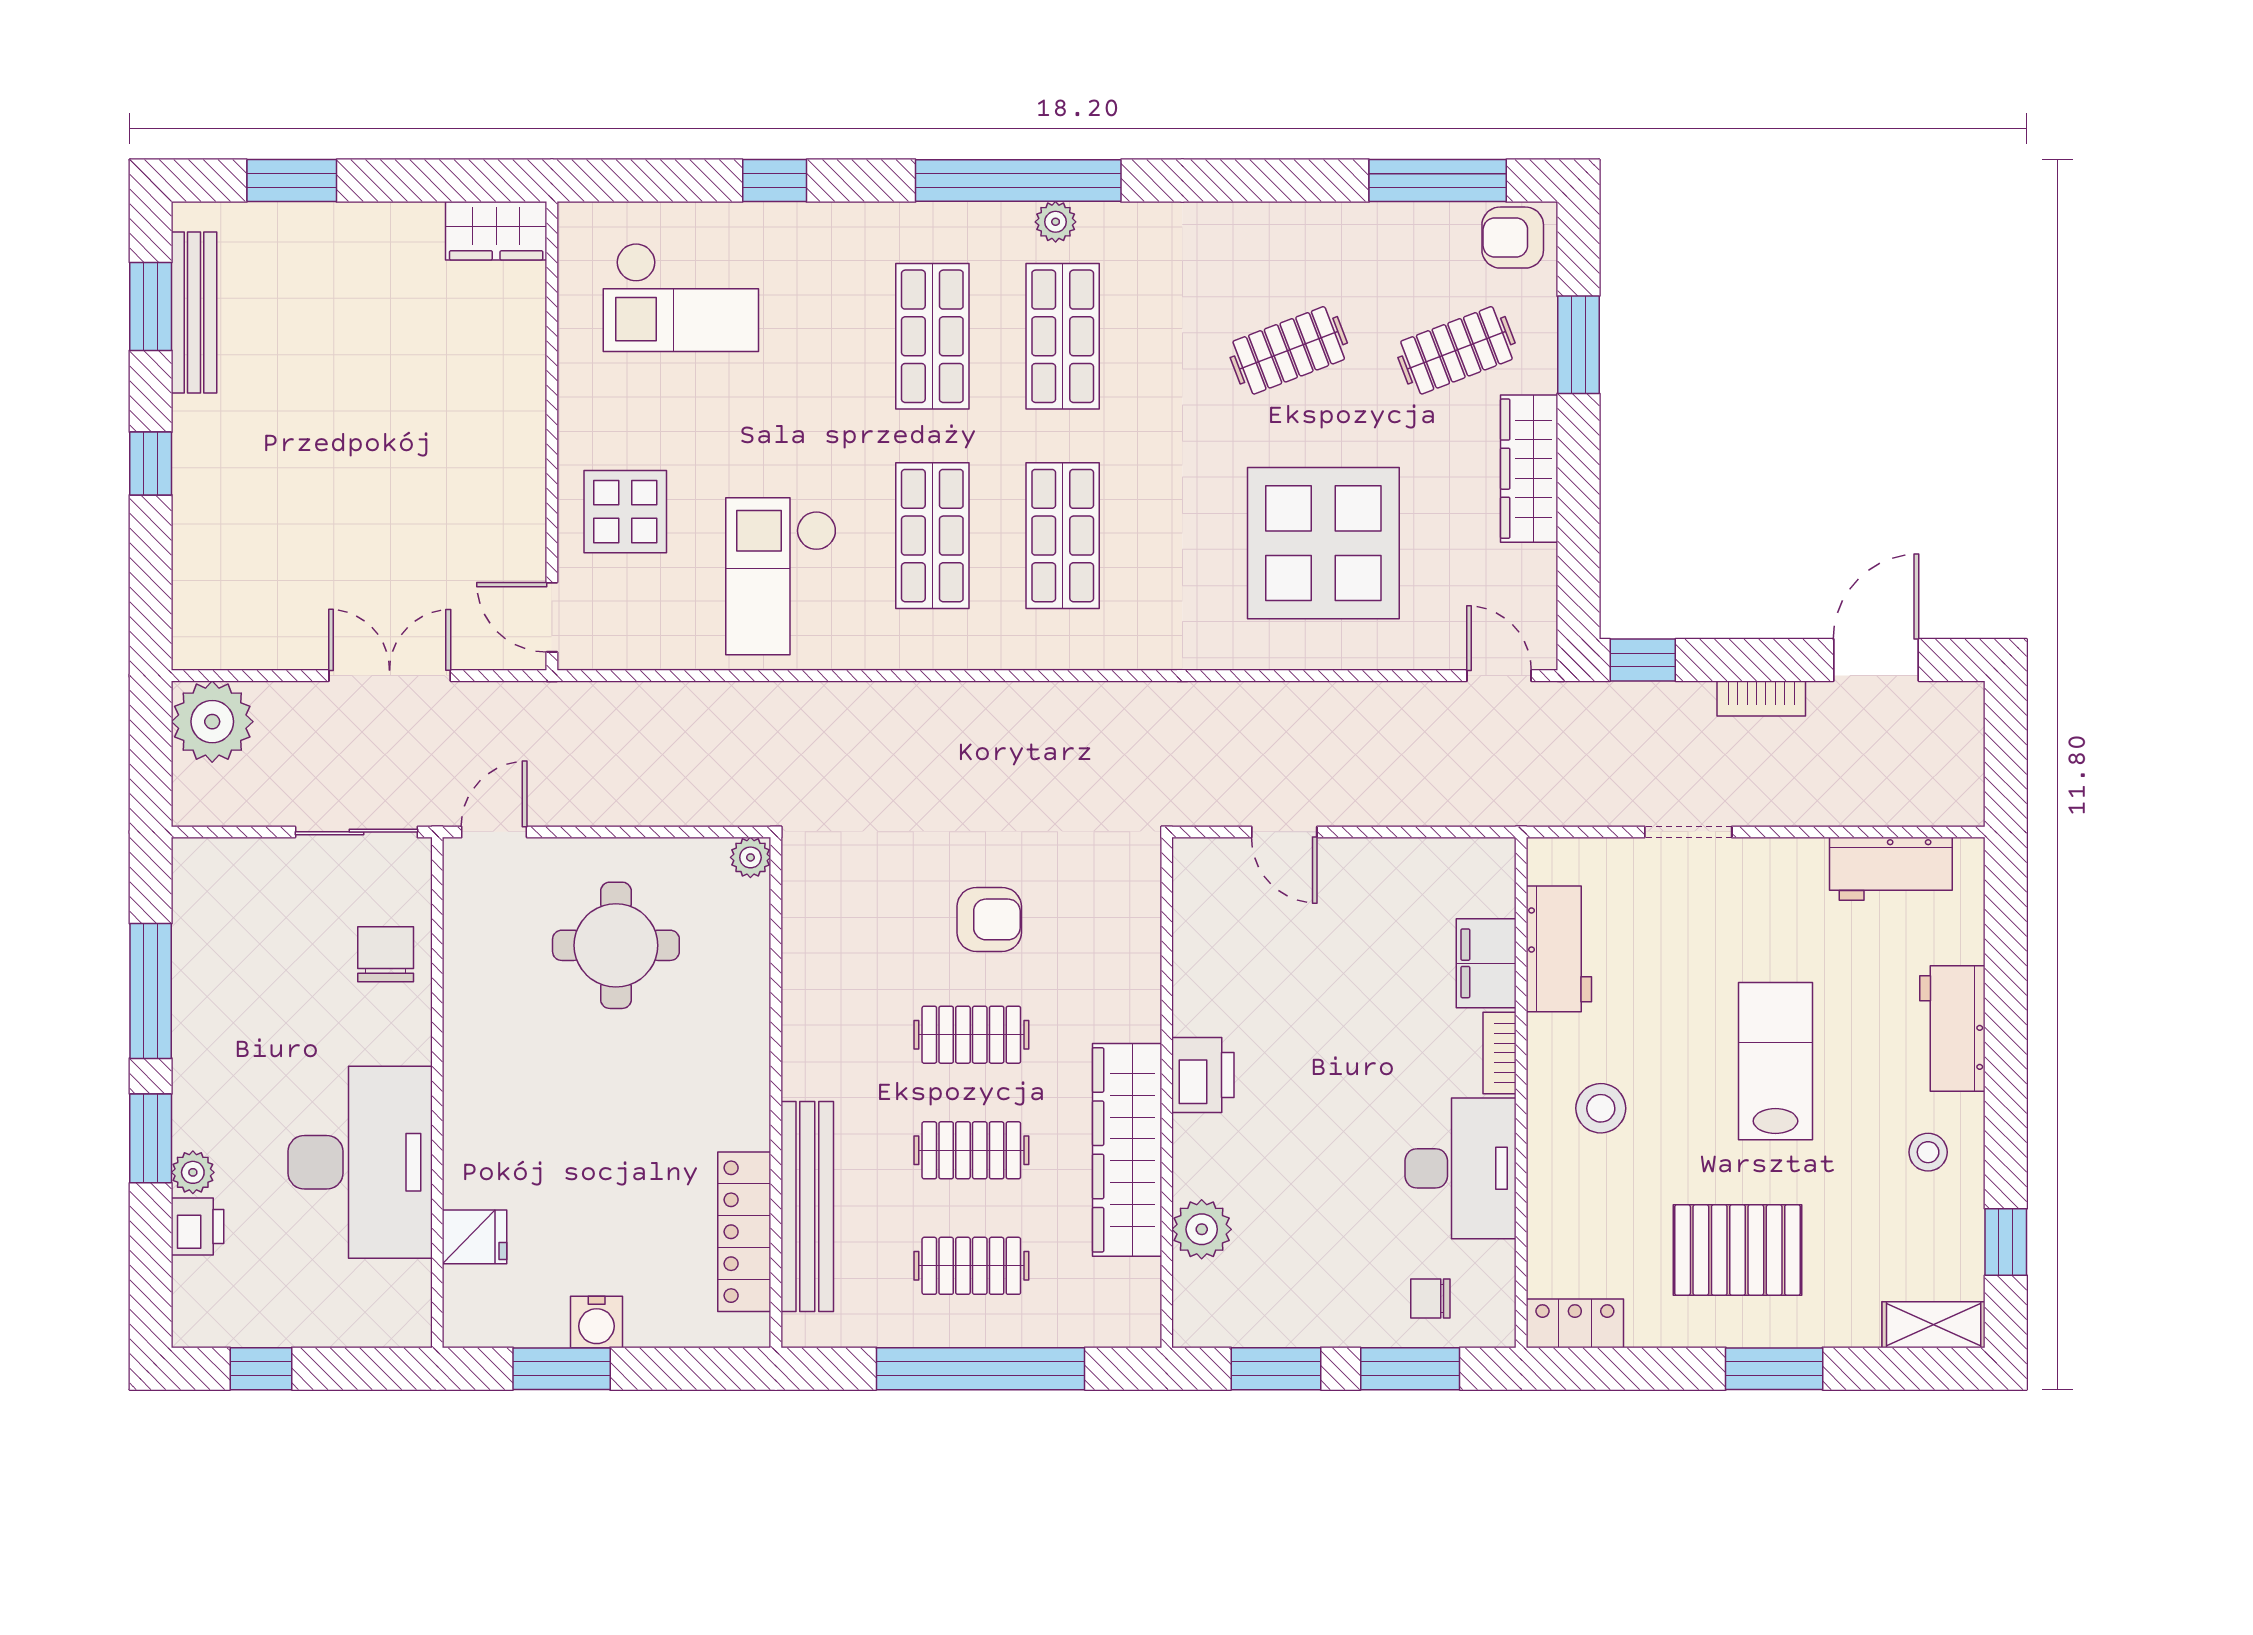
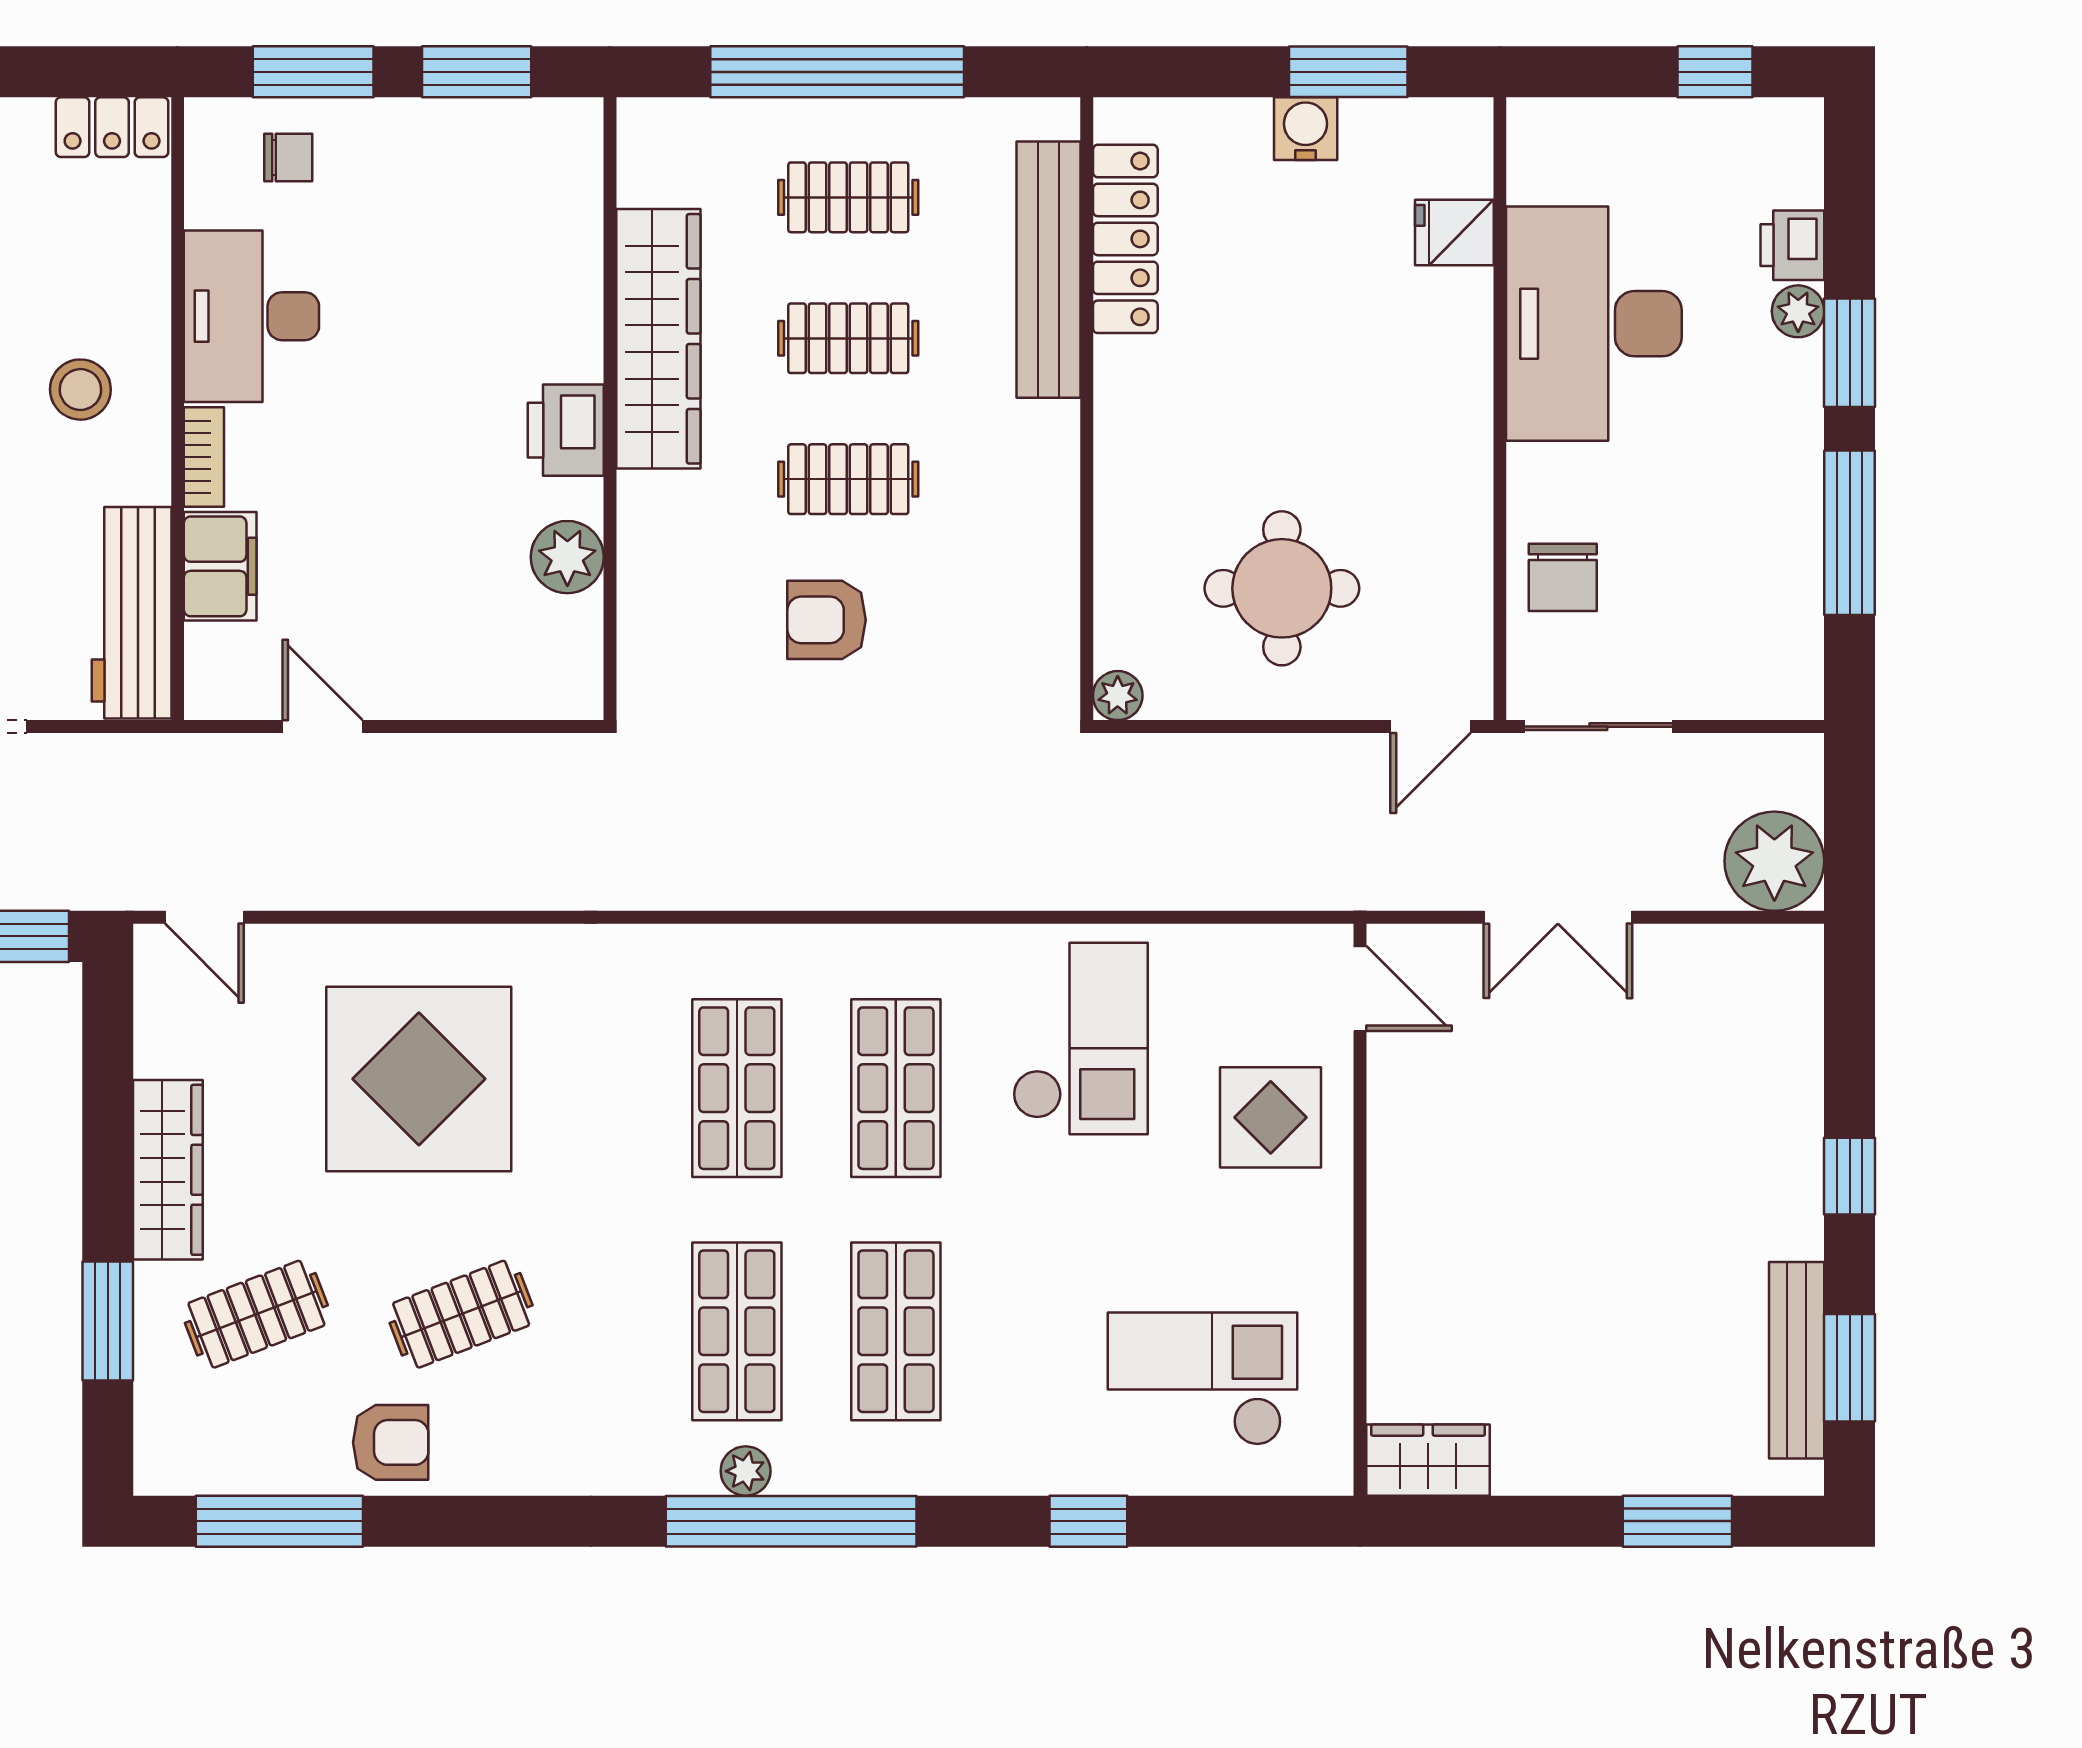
armchair: (1513, 238) -> (391, 1442), moved
door: (1284, 832) -> (323, 727), moved
workbench: (1559, 949) -> (132, 613), width x1.37
plant: (1202, 1229) -> (567, 557), moved

